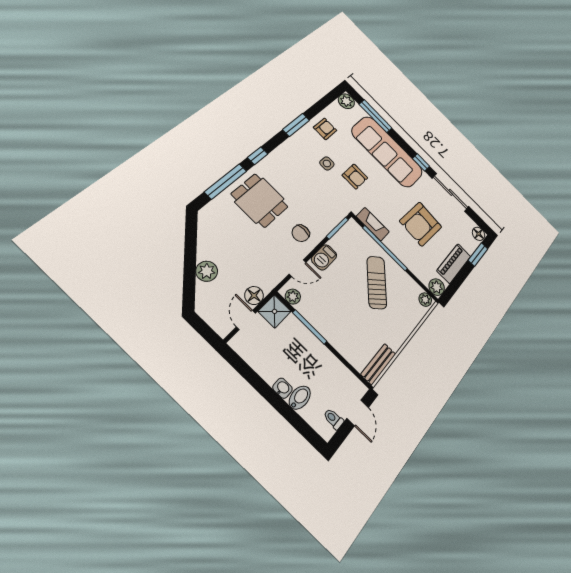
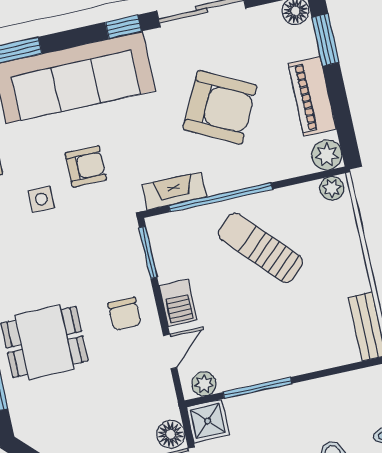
armchair: (421, 224) -> (220, 107), turned -67

